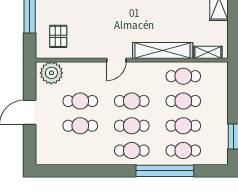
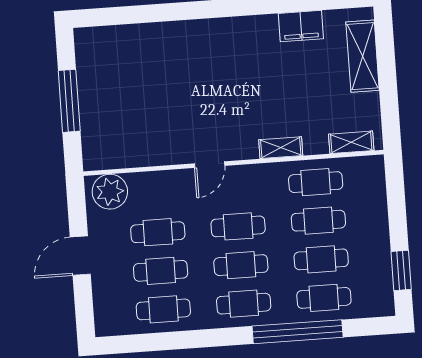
pallet: (58, 36) -> (116, 134), removed
shelving: (163, 51) -> (281, 148), width x0.45, depth x0.75
cafe table: (80, 151) -> (163, 309), added

